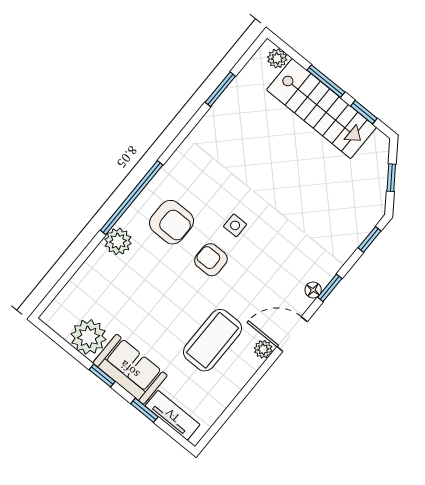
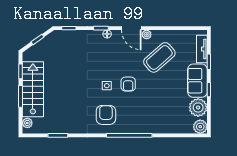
armchair: (172, 222) -> (106, 115), moved
plant: (118, 241) -> (200, 127), moved
coffee table: (213, 340) -> (159, 57), turned -41

